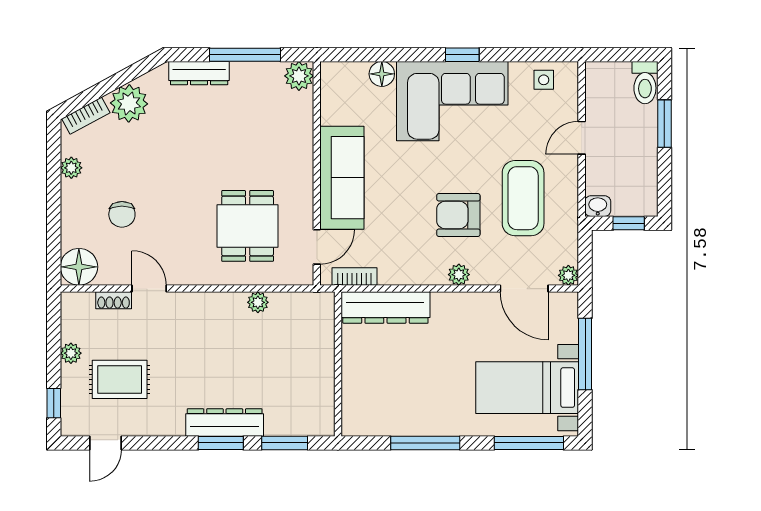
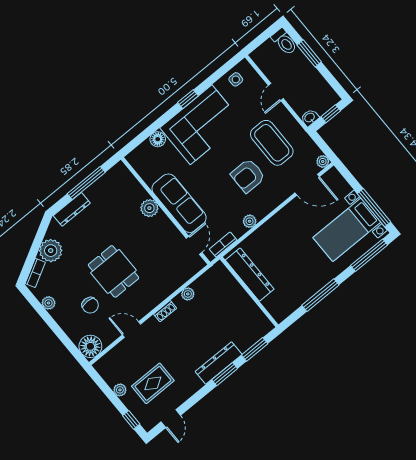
plant: (299, 76) -> (149, 208), moved
dining table: (248, 226) -> (113, 271), moved
plant: (459, 275) -> (250, 221), moved
shoe rack: (114, 300) -> (165, 311), moved
dresser: (385, 308) -> (250, 275), moved, turned -90
window: (585, 354) -> (374, 208), moved

